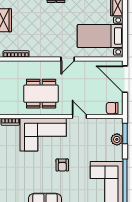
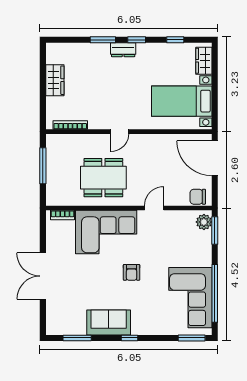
door: (68, 59) -> (120, 132), moved
door: (79, 117) -> (154, 208), hinge flipped
plant: (117, 139) -> (204, 222), moved

